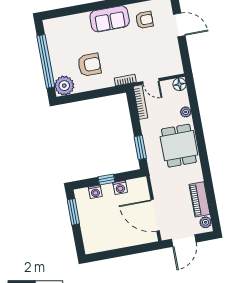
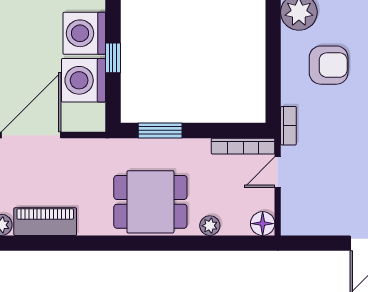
armchair: (89, 65) -> (329, 65), turned -90
washing machine: (120, 187) -> (83, 80), width x1.89, depth x1.89
washing machine: (95, 192) -> (84, 33), width x1.89, depth x1.89

